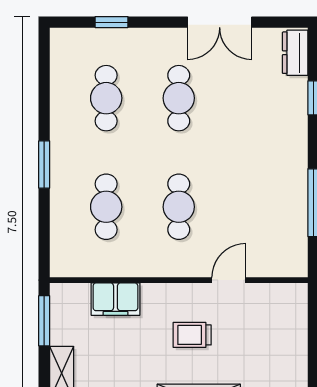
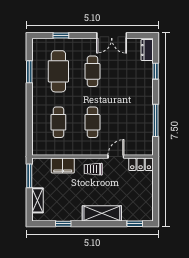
cafe table: (106, 98) -> (58, 71), width x1.37, depth x1.35
window: (44, 165) -> (29, 72), moved
locker: (281, 296) -> (141, 164), added
trolley: (192, 335) -> (93, 169), moved

